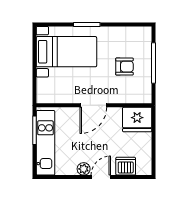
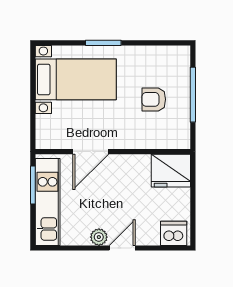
armchair: (124, 67) -> (154, 99), turned 180
door: (93, 105) -> (91, 152), moved
dishwasher: (126, 166) -> (174, 233), moved

